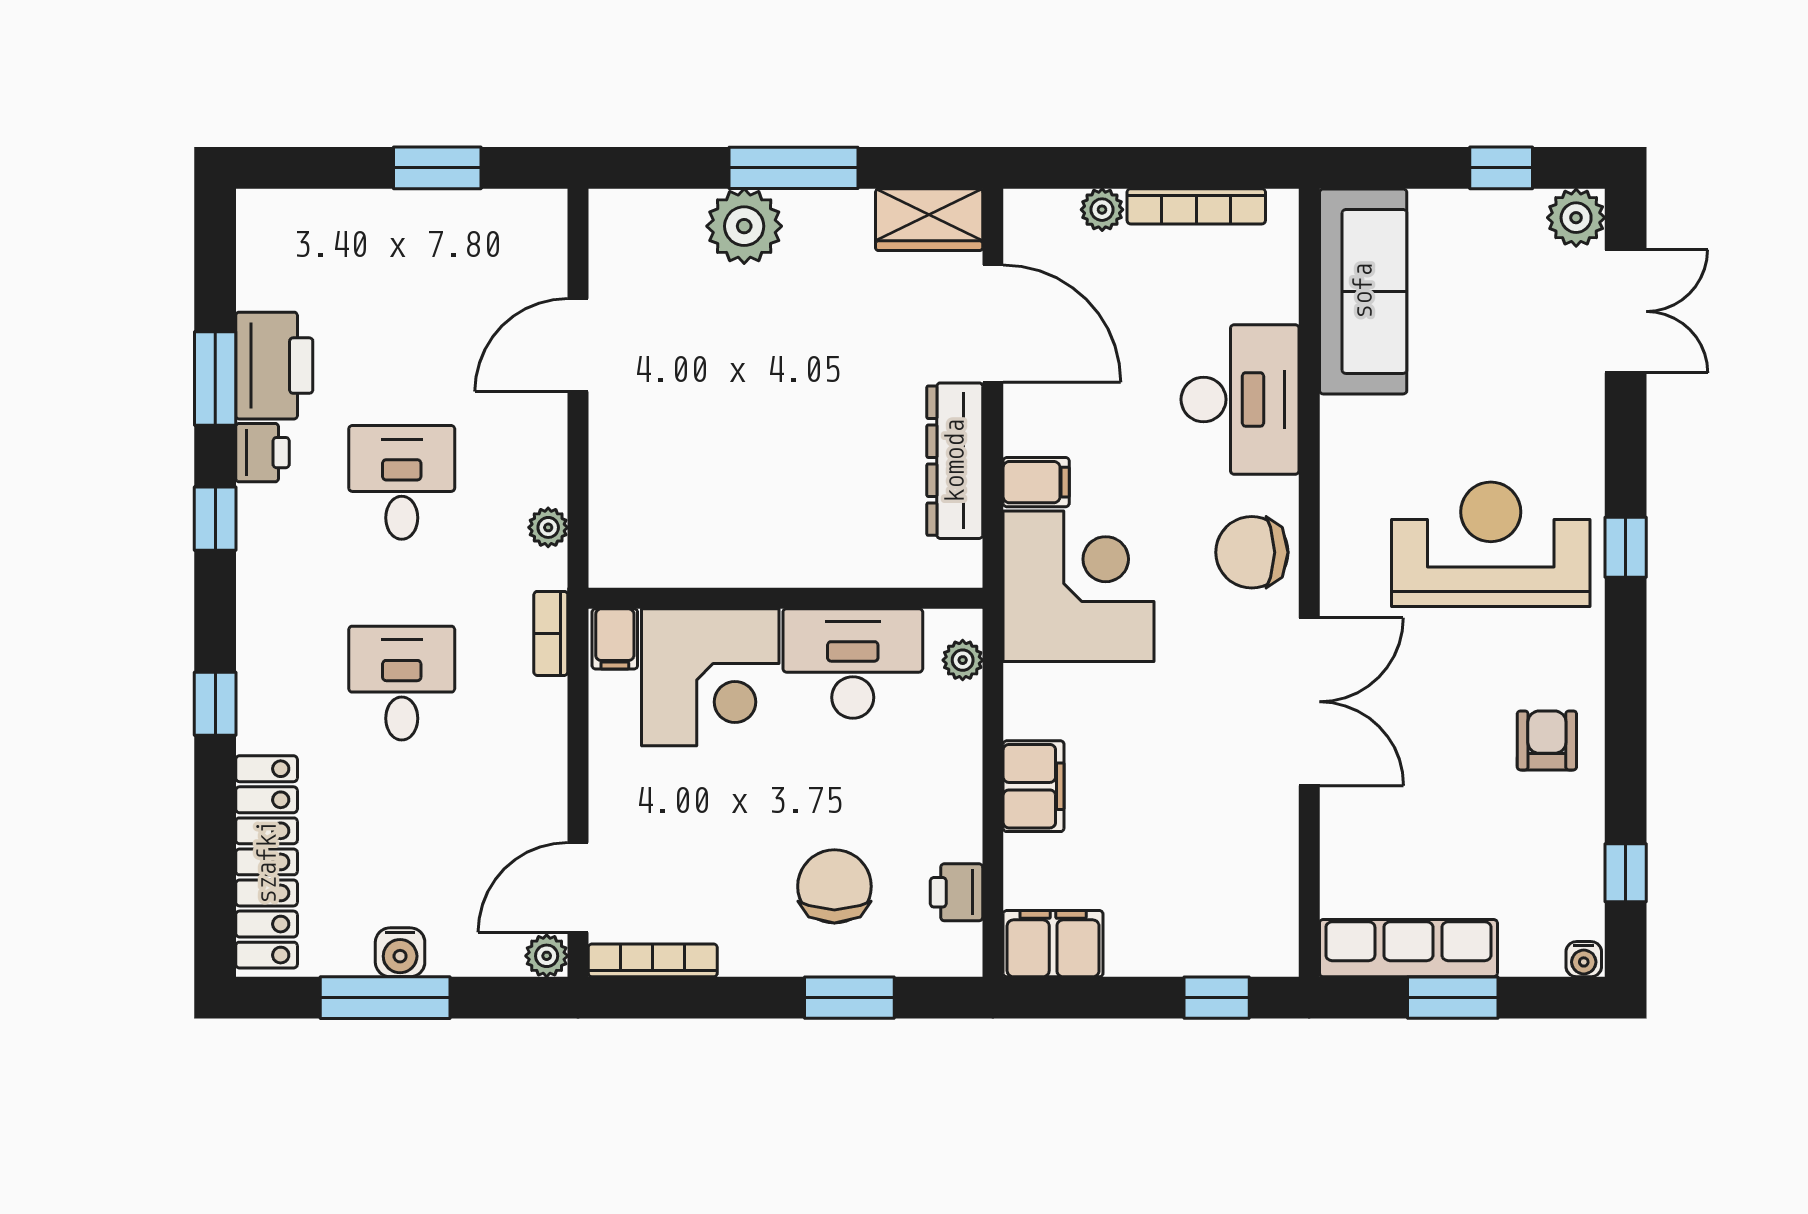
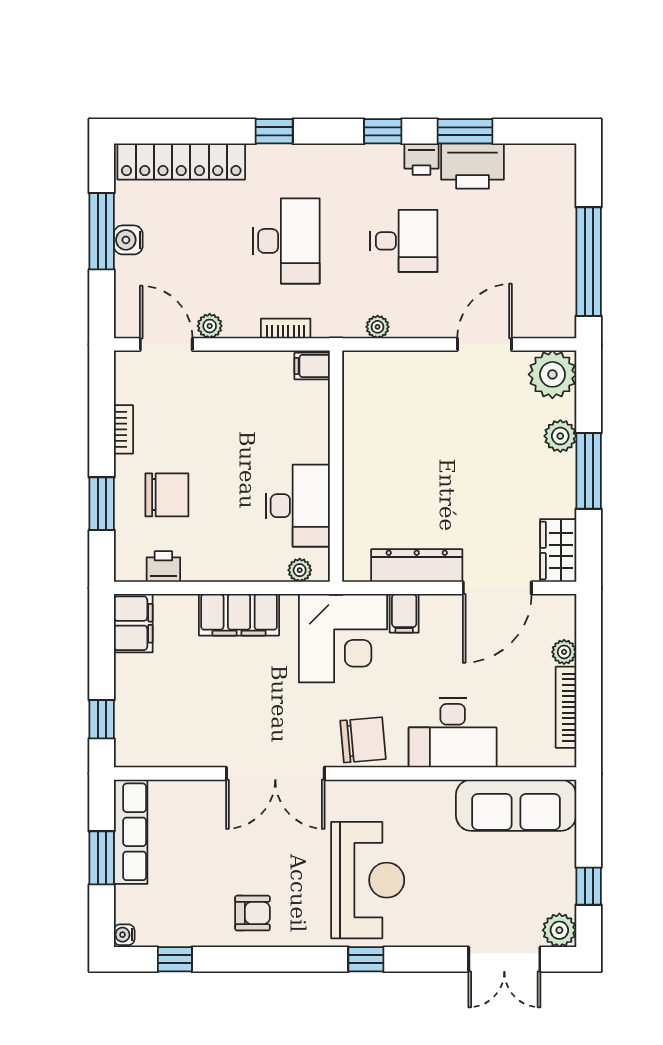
window: (437, 168) -> (589, 262), width x2.11
plant: (744, 226) -> (560, 436), width x0.73, depth x0.73
plant: (629, 229) -> (552, 374), added
door: (578, 345) -> (485, 344), hinge flipped
chair: (1252, 552) -> (363, 740), turned 85
bookcase: (551, 633) -> (286, 328), moved
corner desk: (710, 677) -> (290, 422), removed
desk: (402, 683) -> (286, 241), width x1.37
filing cabinet: (1034, 786) -> (239, 615), width x1.50, depth x1.17
plant: (547, 956) -> (210, 326), moved
bookcase: (653, 960) -> (123, 429), moved, width x0.64

